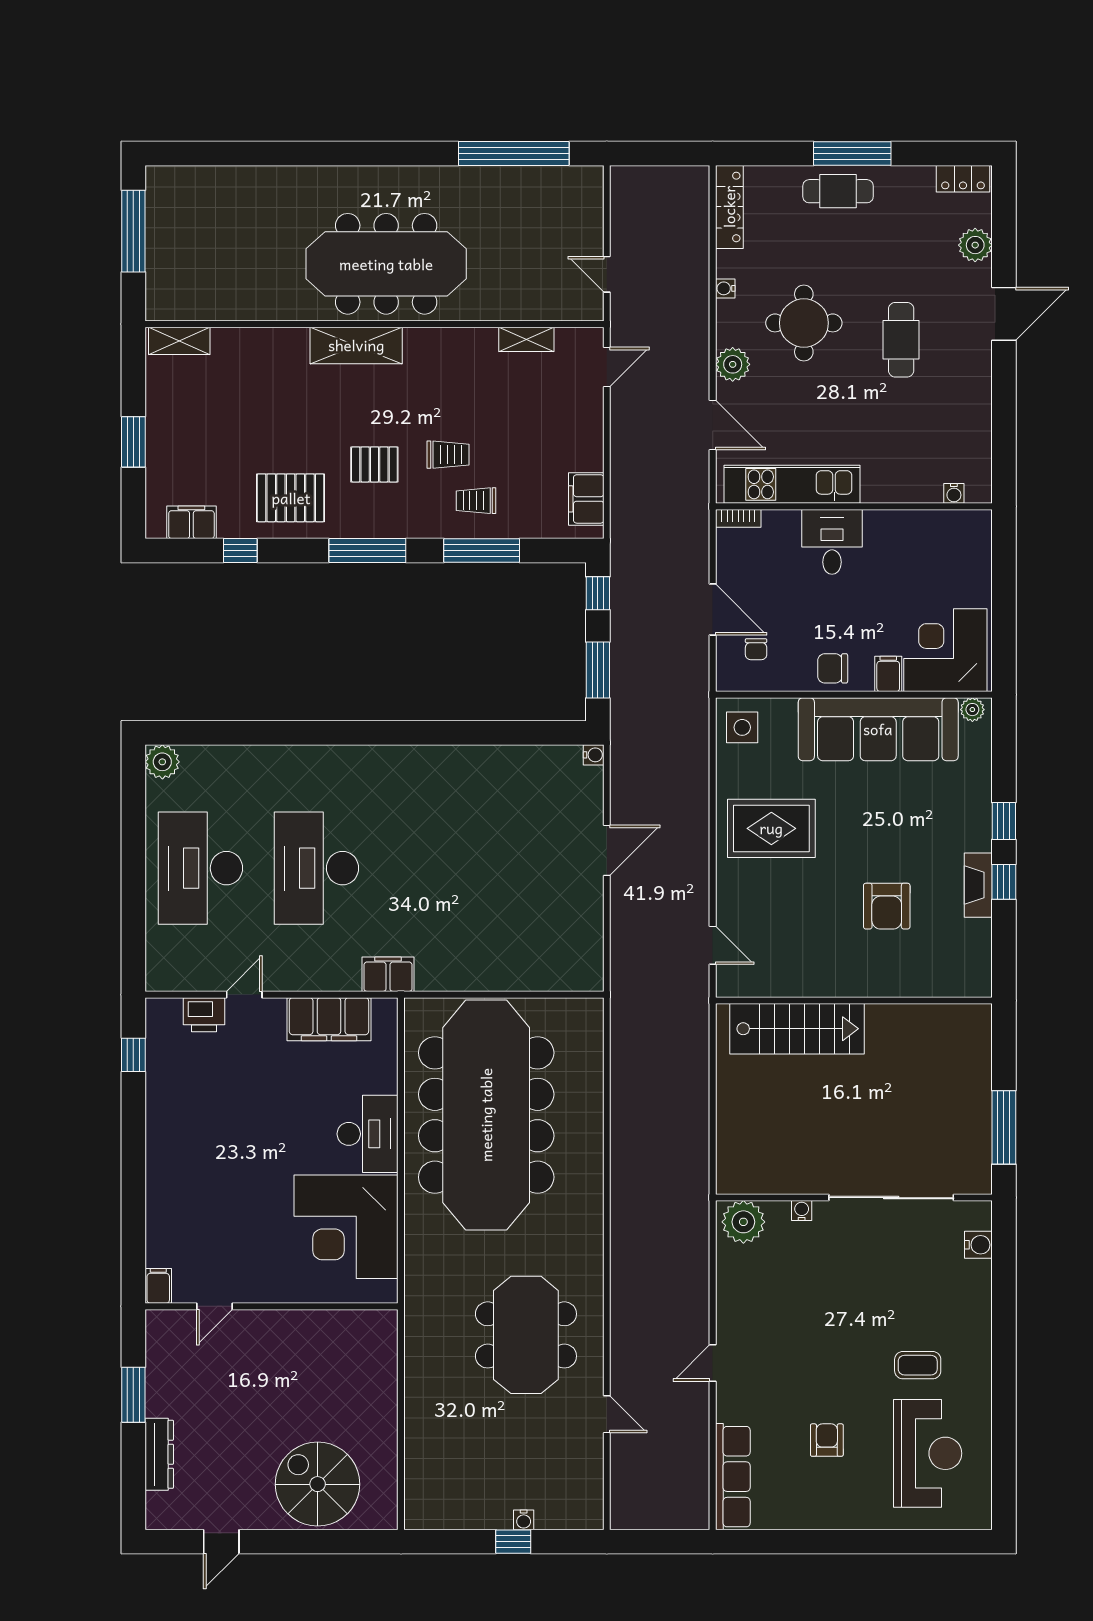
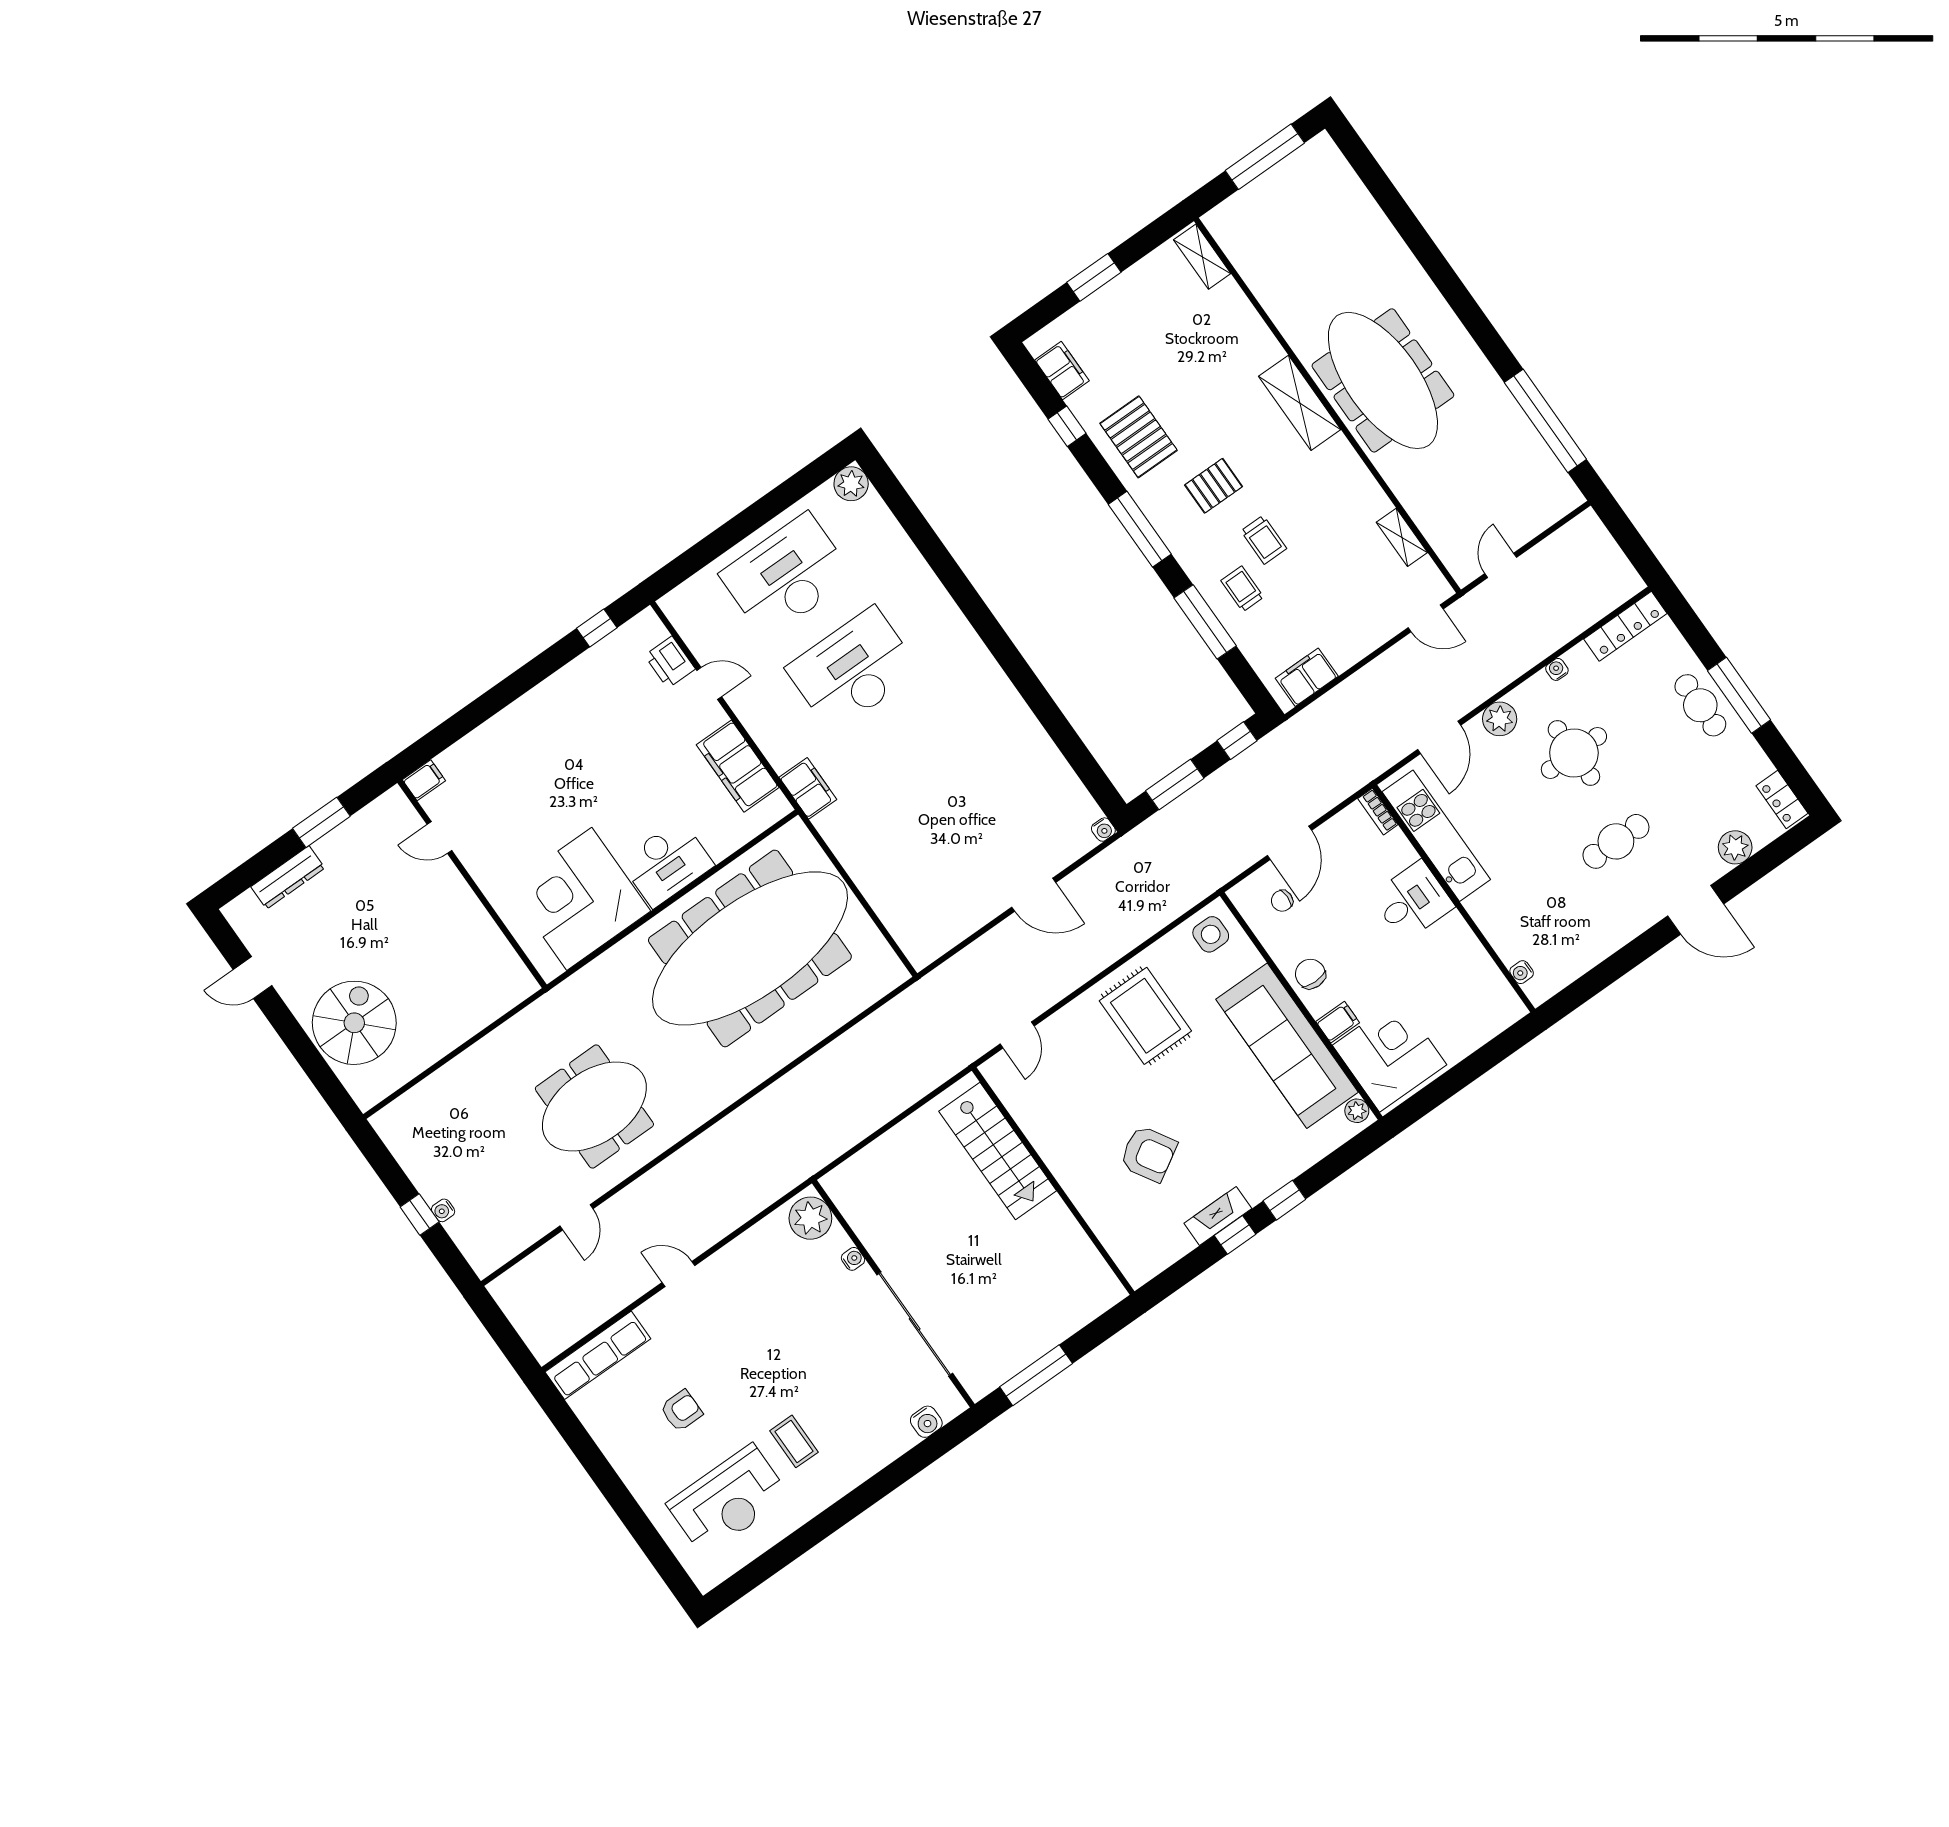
pallet: (374, 464) -> (1214, 486), turned 90
armchair: (887, 906) -> (1148, 1154), turned -121

